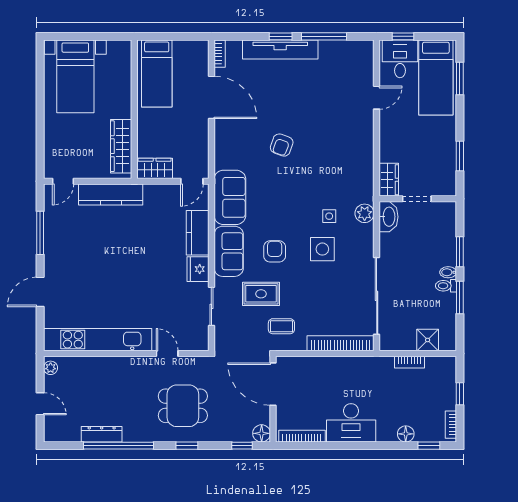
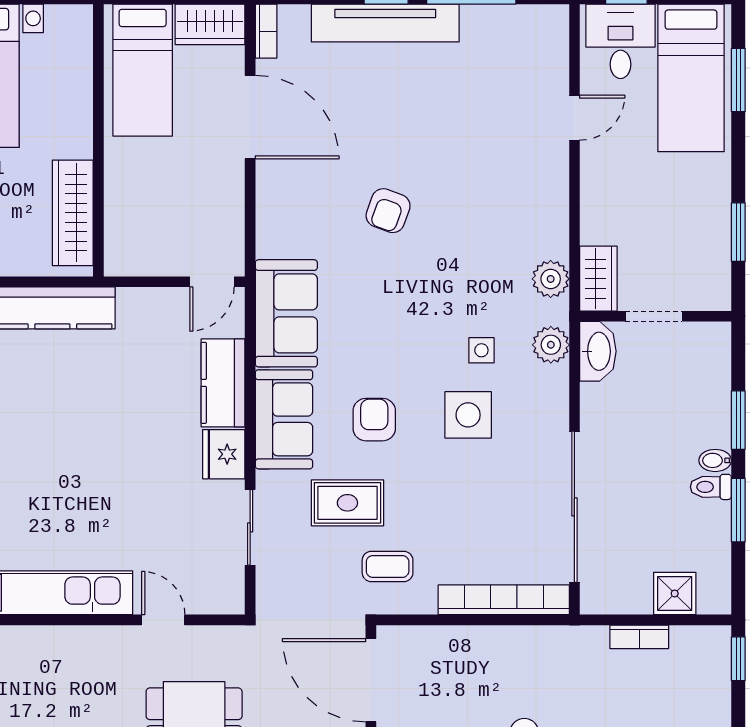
wardrobe: (155, 168) -> (210, 24), moved, turned 180
plant: (364, 180) -> (551, 279), added
window: (460, 394) -> (738, 659), moved

